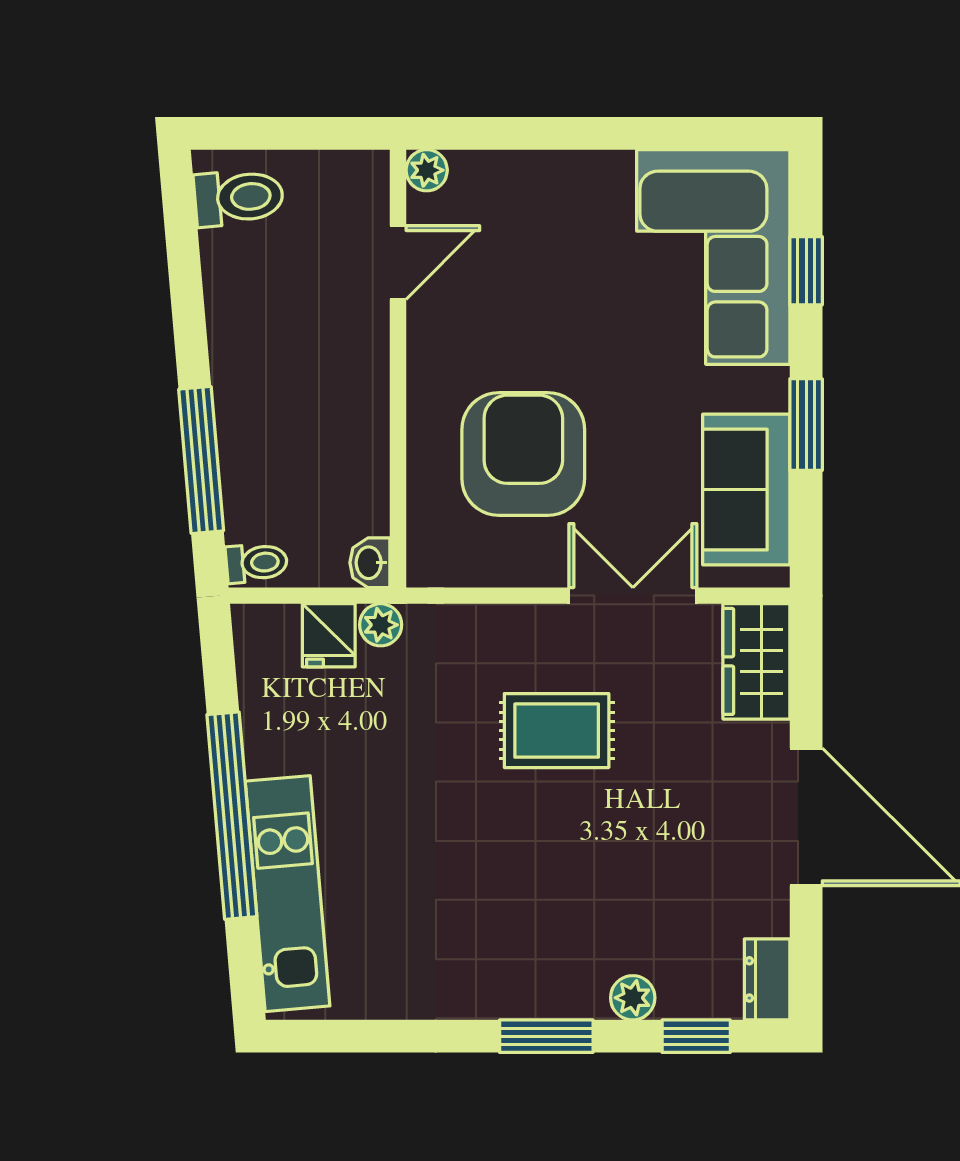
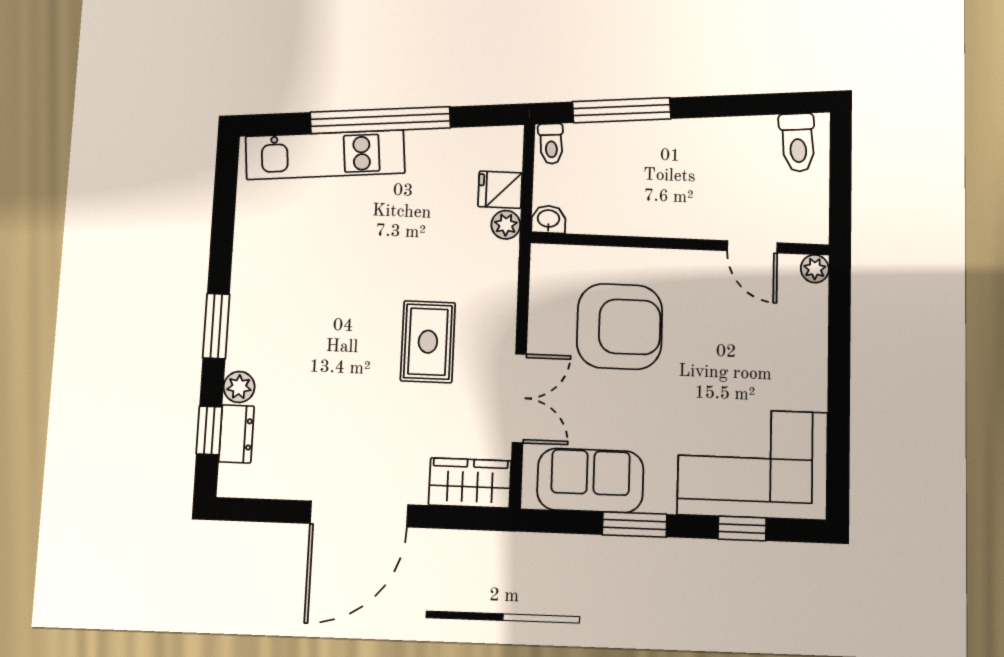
dresser: (767, 979) -> (236, 434), moved, turned 90

